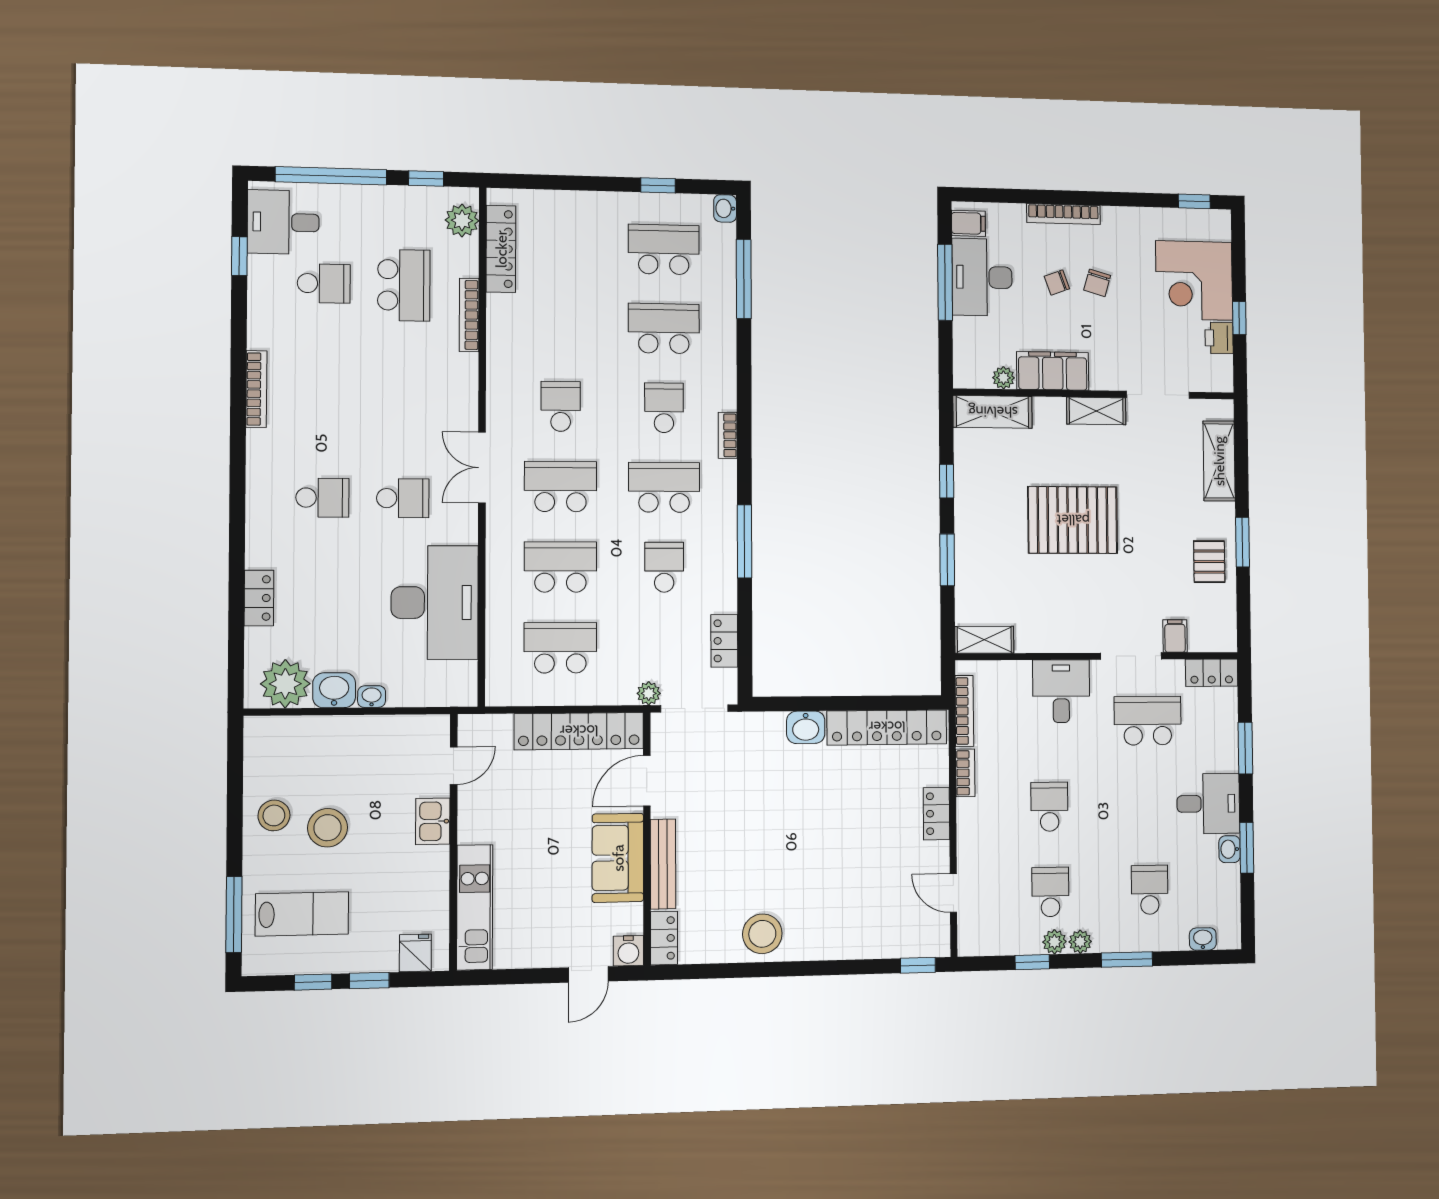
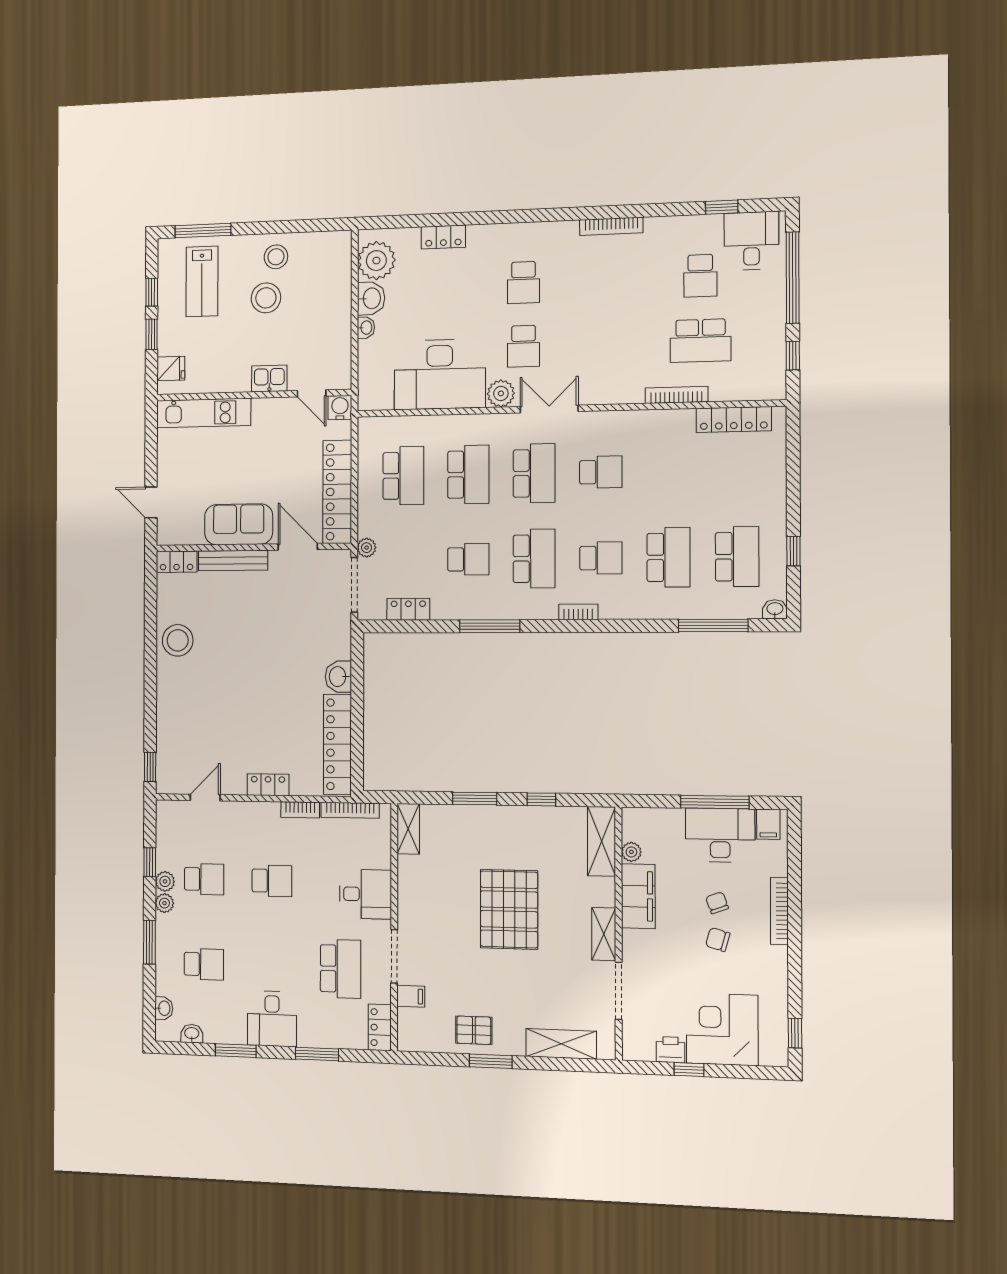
plant: (462, 220) -> (501, 393), moved
washbasin: (1230, 849) -> (192, 1034), moved
water cooler: (628, 951) -> (340, 408), moved, turned 90

